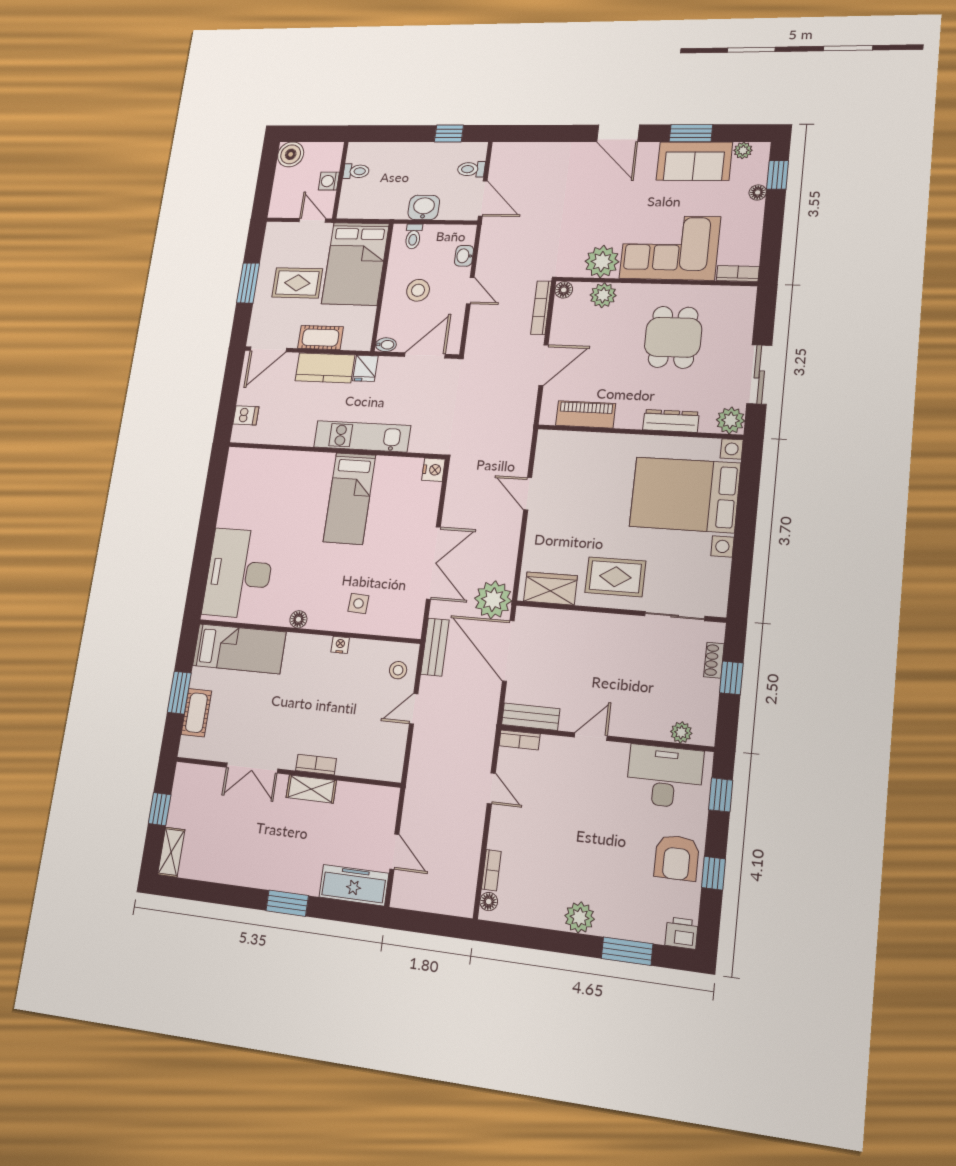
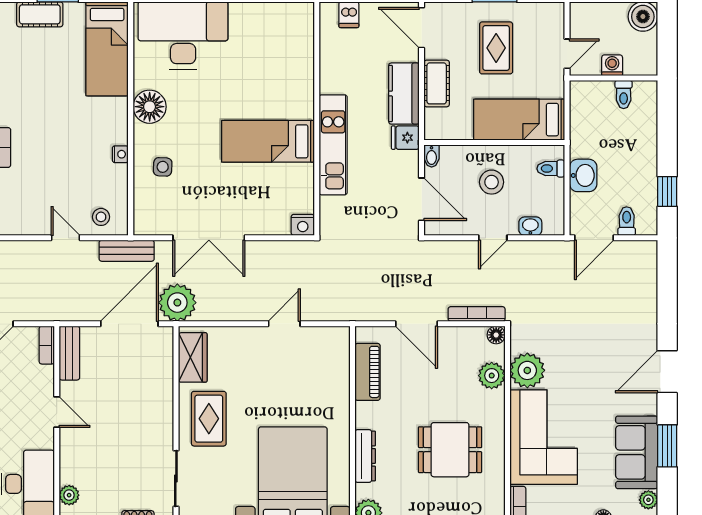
bed: (355, 264) -> (519, 120), width x0.67
floor lamp: (298, 619) -> (150, 107), width x1.89, depth x1.89

